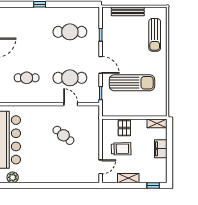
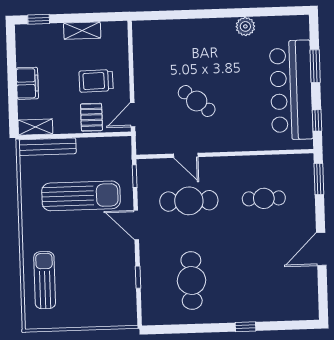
bench: (128, 11) -> (47, 147), moved
cafe table: (70, 32) -> (192, 280), turned 90
sun lounger: (132, 83) -> (81, 196), turned 180
door: (101, 167) -> (133, 115), moved
plant: (13, 177) -> (245, 26), moved

